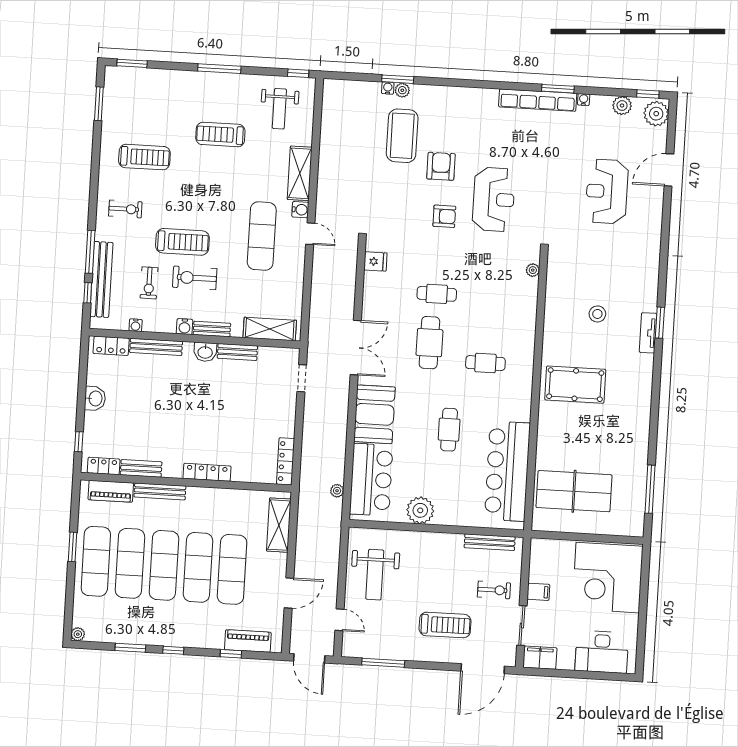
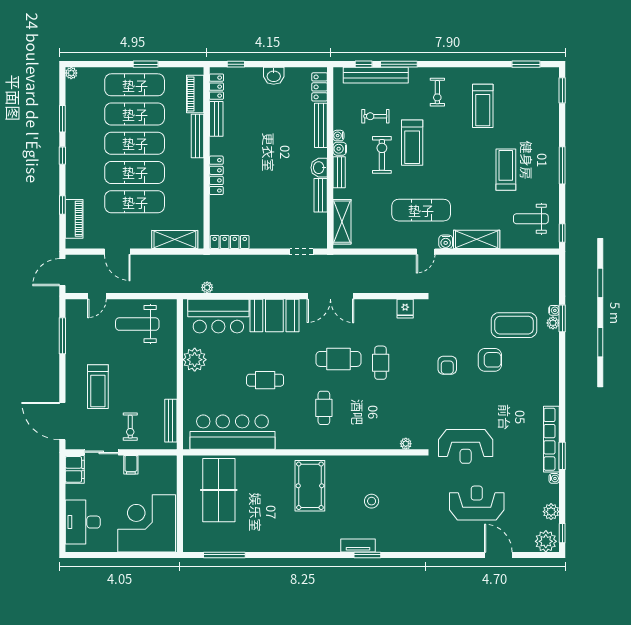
reception desk: (494, 199) -> (466, 446), moved
water cooler: (136, 325) -> (338, 136), moved

